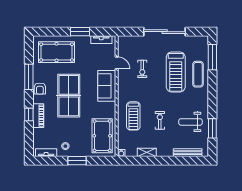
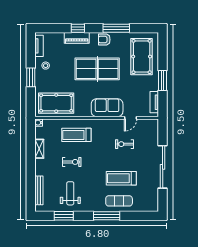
window: (212, 57) -> (107, 216), moved
treadmill: (176, 72) -> (121, 178), width x0.73, depth x0.73

